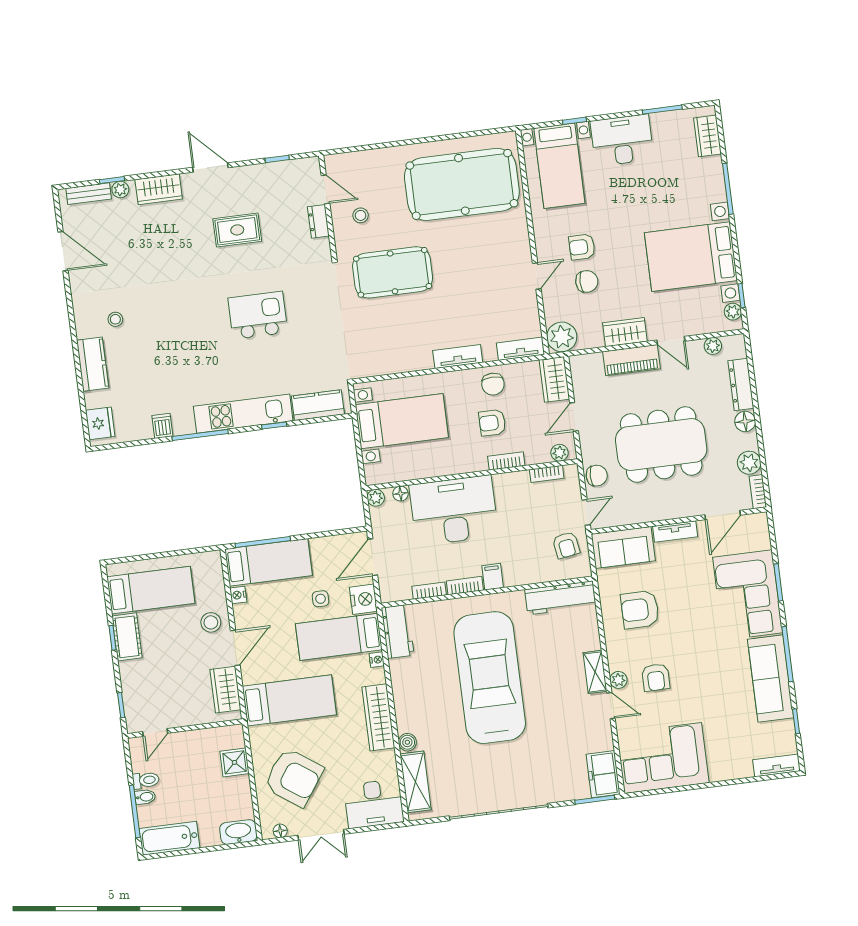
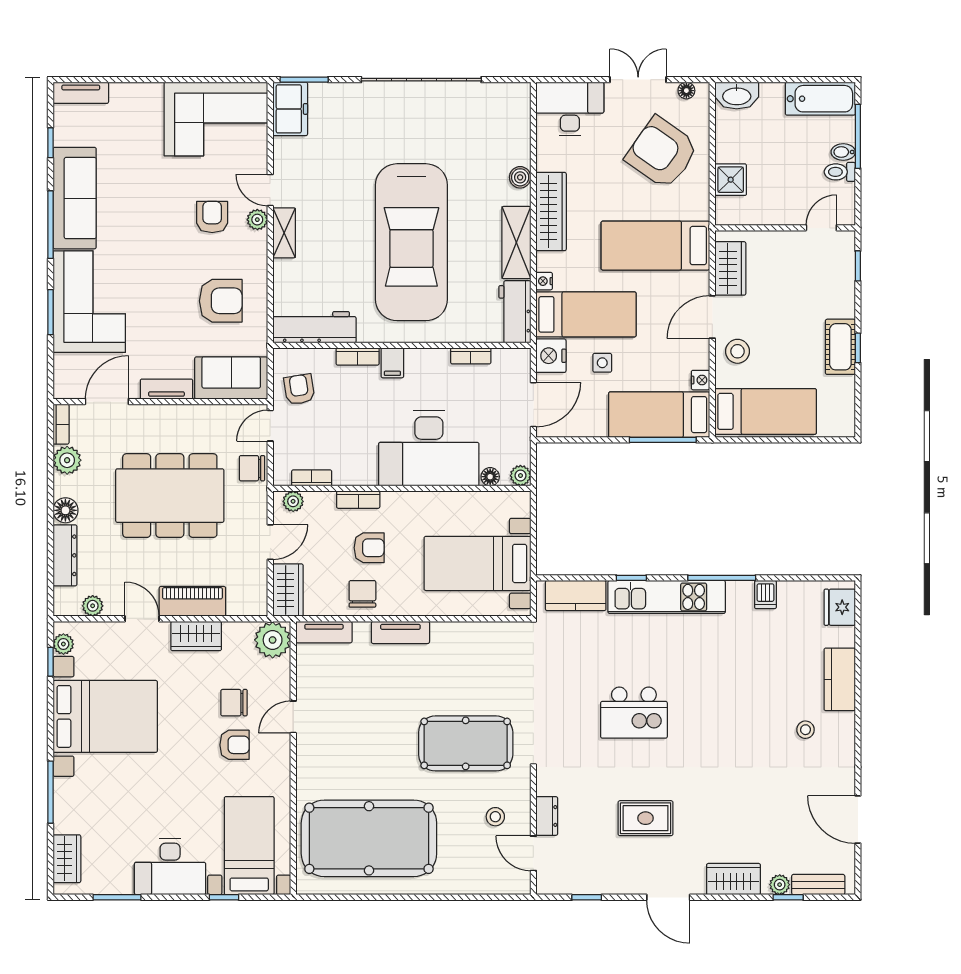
bookcase: (465, 586) -> (358, 356), moved
bed: (151, 590) -> (766, 411), moved, turned 180
shelving: (416, 782) -> (516, 243), moved

